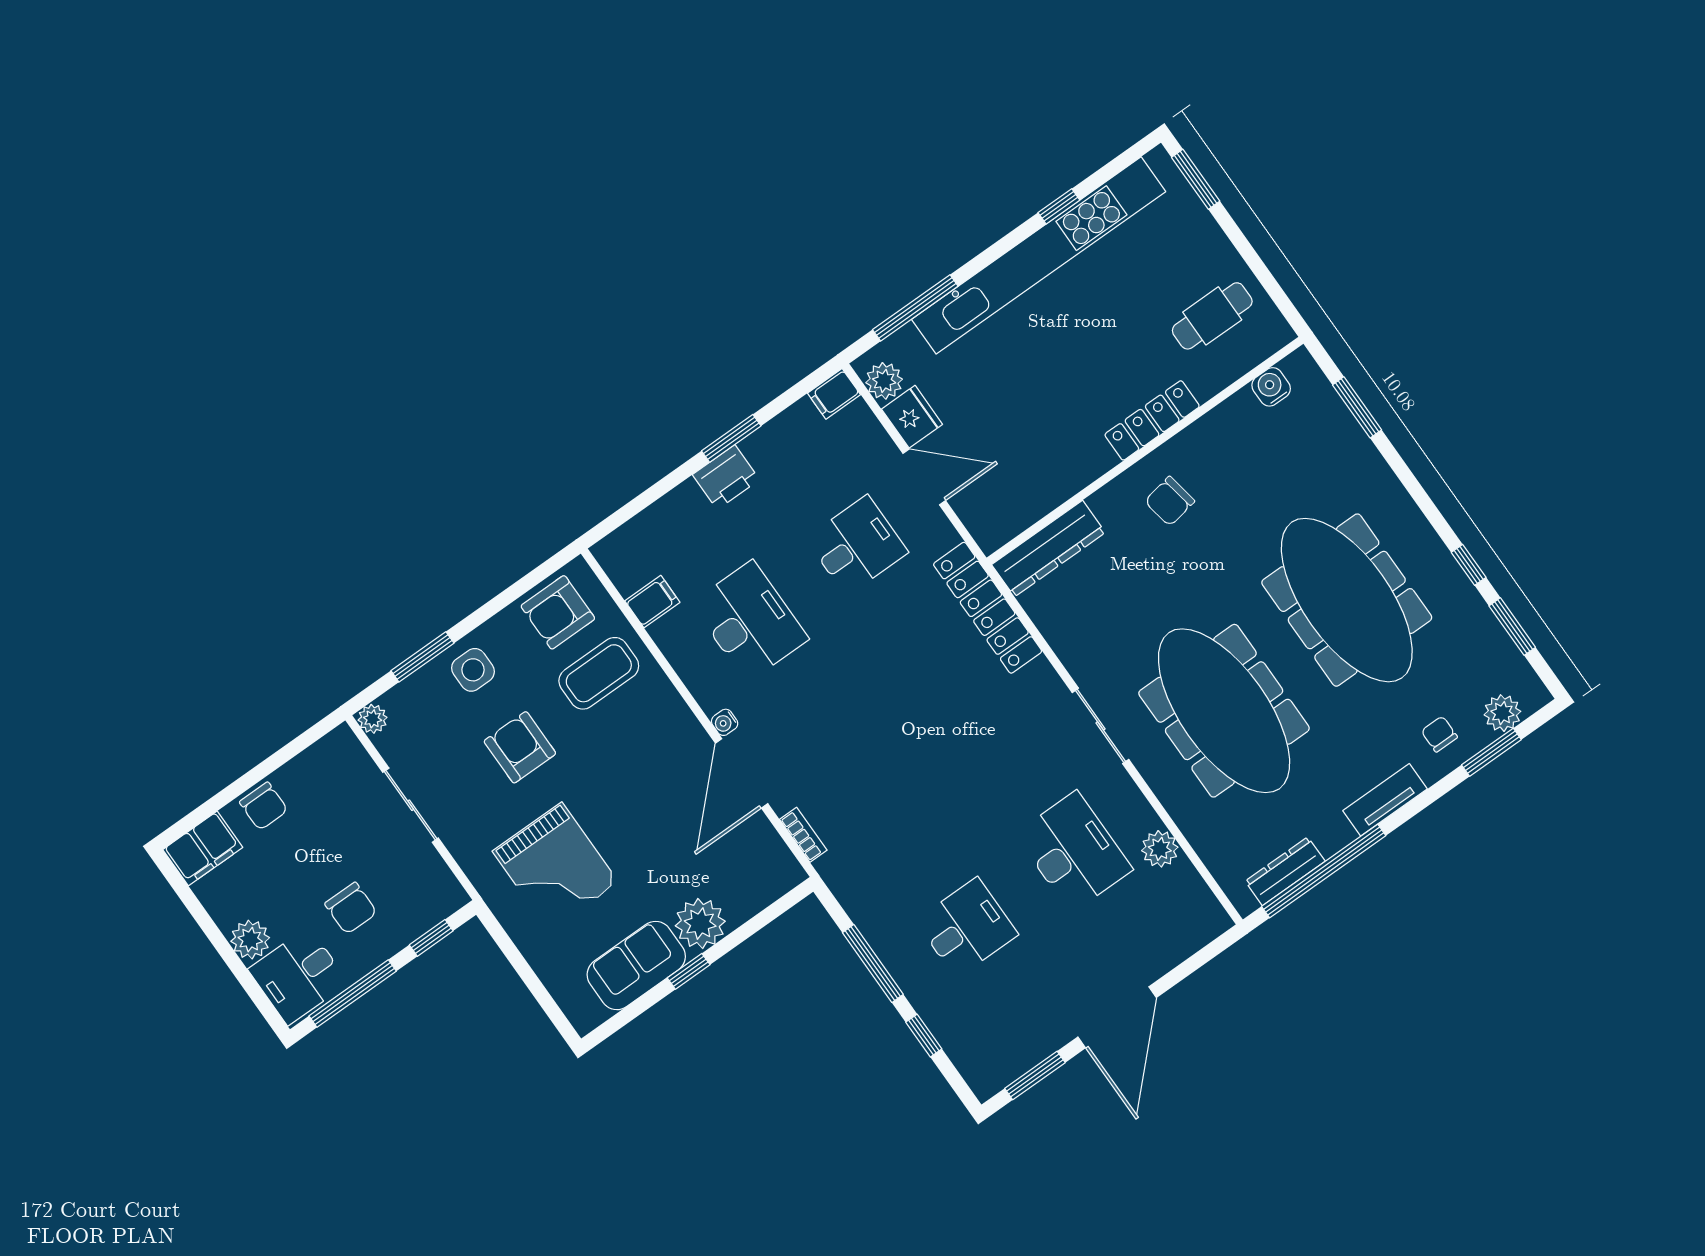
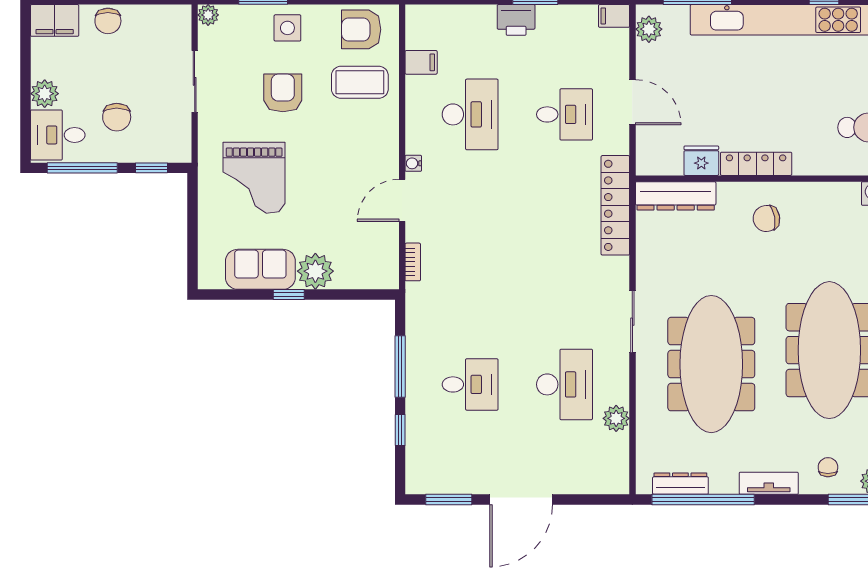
fridge: (912, 417) -> (701, 161), moved, turned -90
locker: (1152, 420) -> (756, 164), moved
door: (742, 773) -> (402, 200), width x0.73

